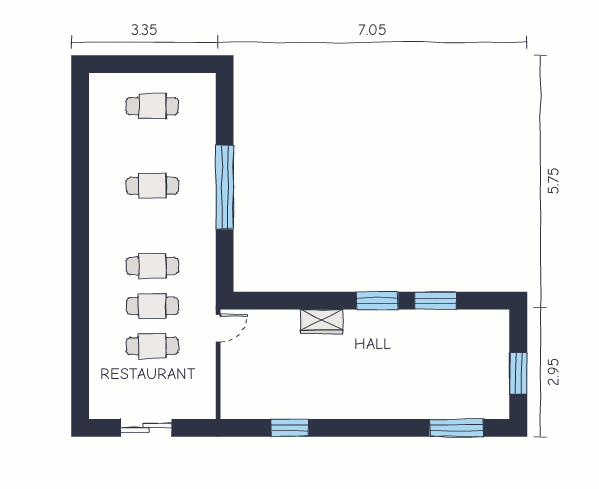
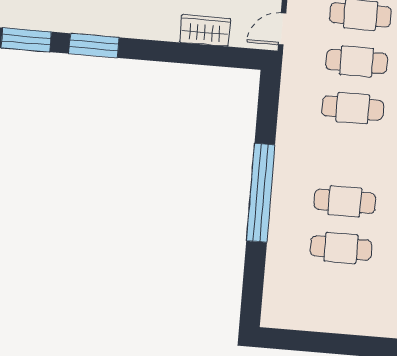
cafe table: (152, 106) -> (341, 248), moved
wardrobe: (322, 322) -> (205, 30), moved

